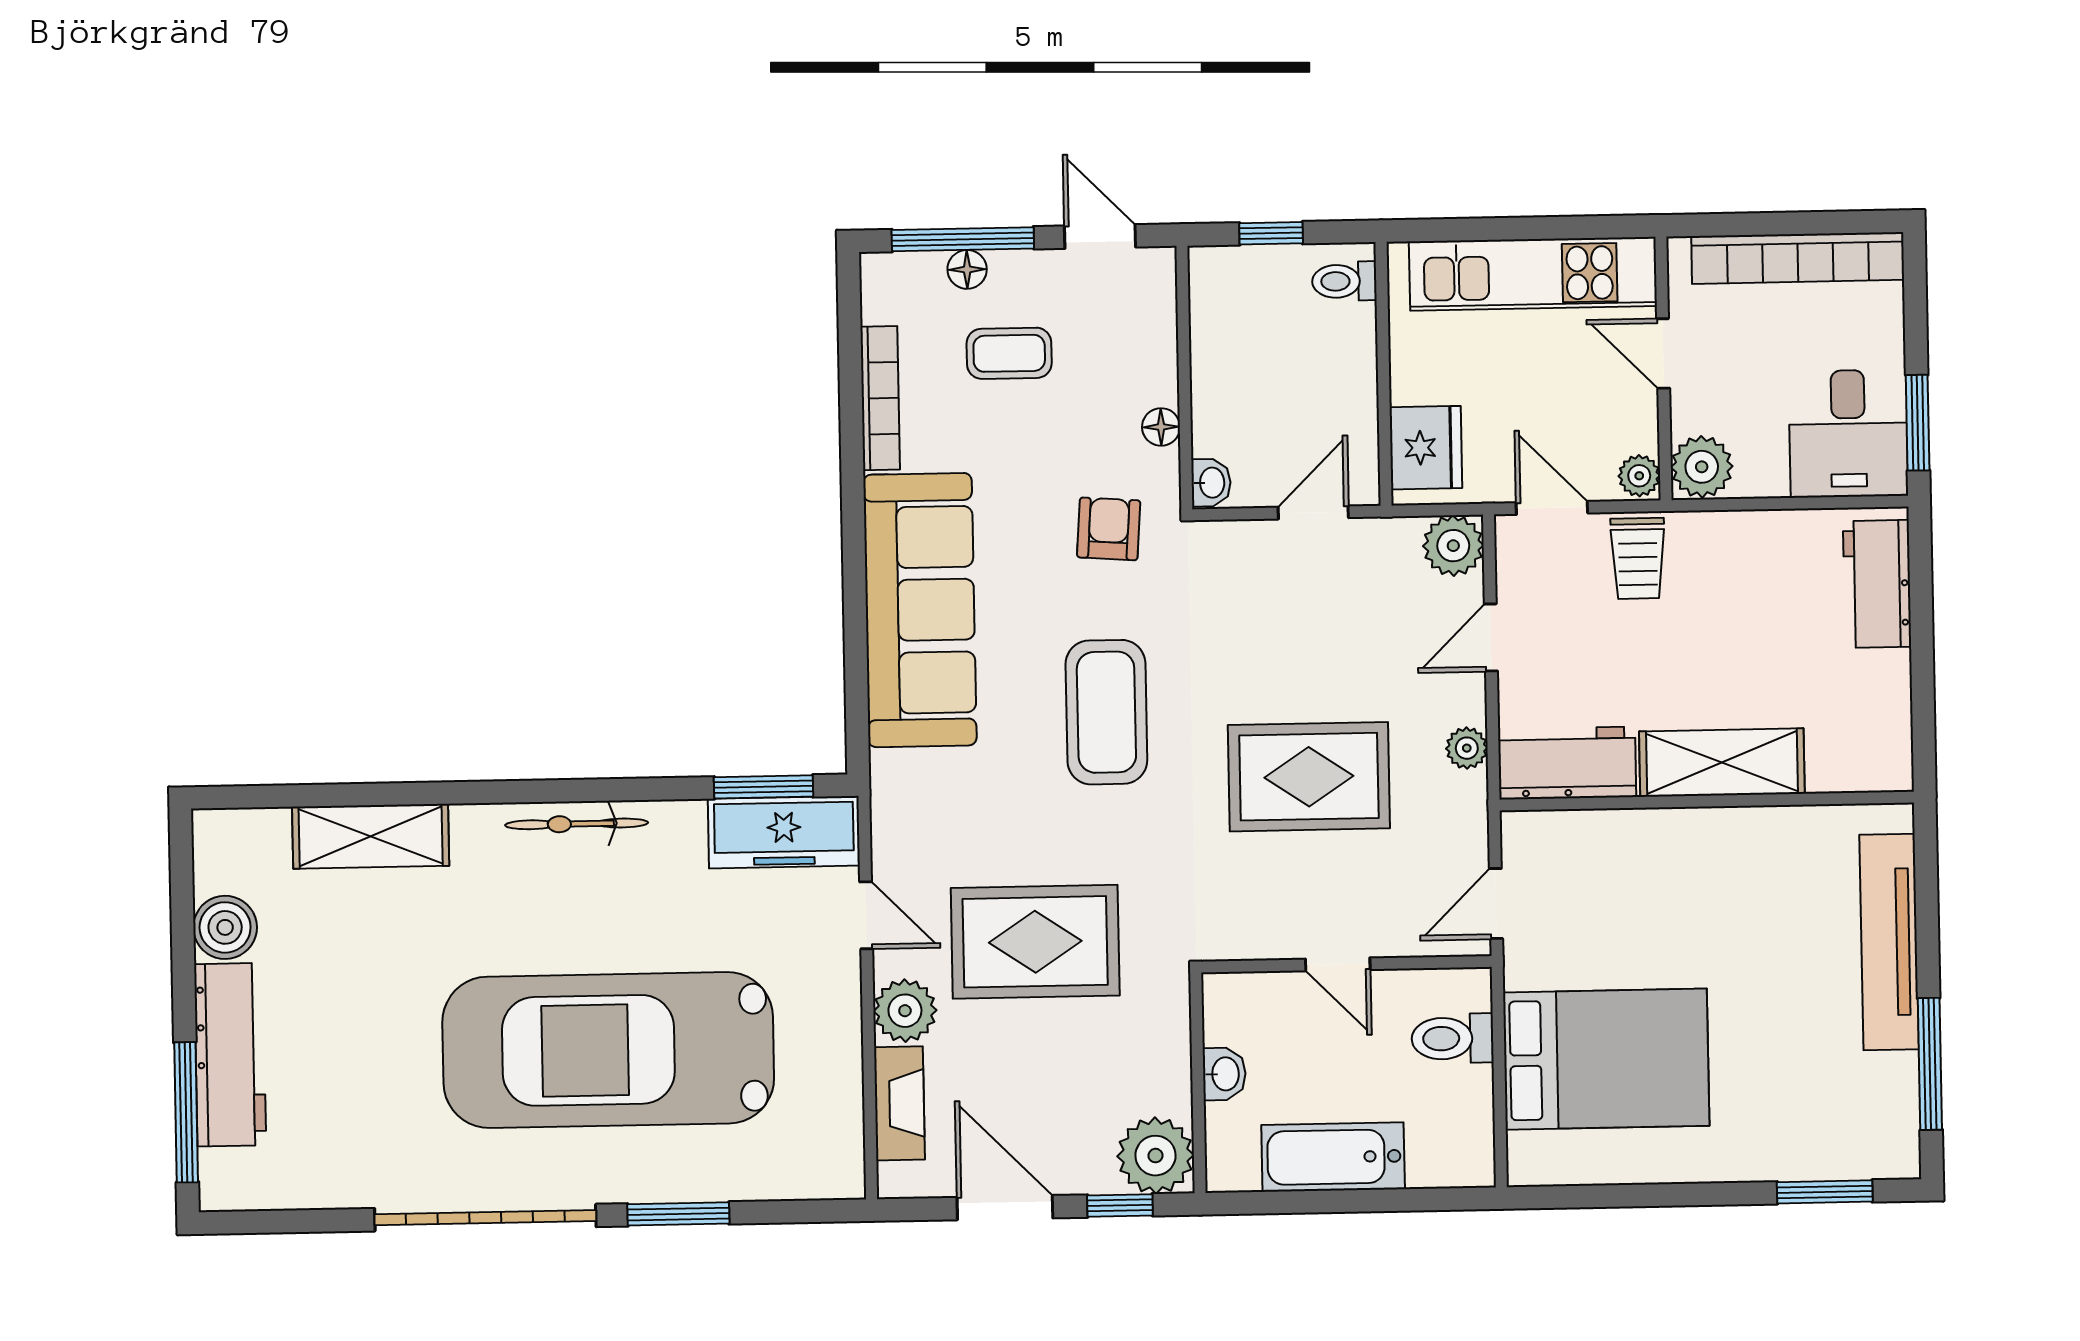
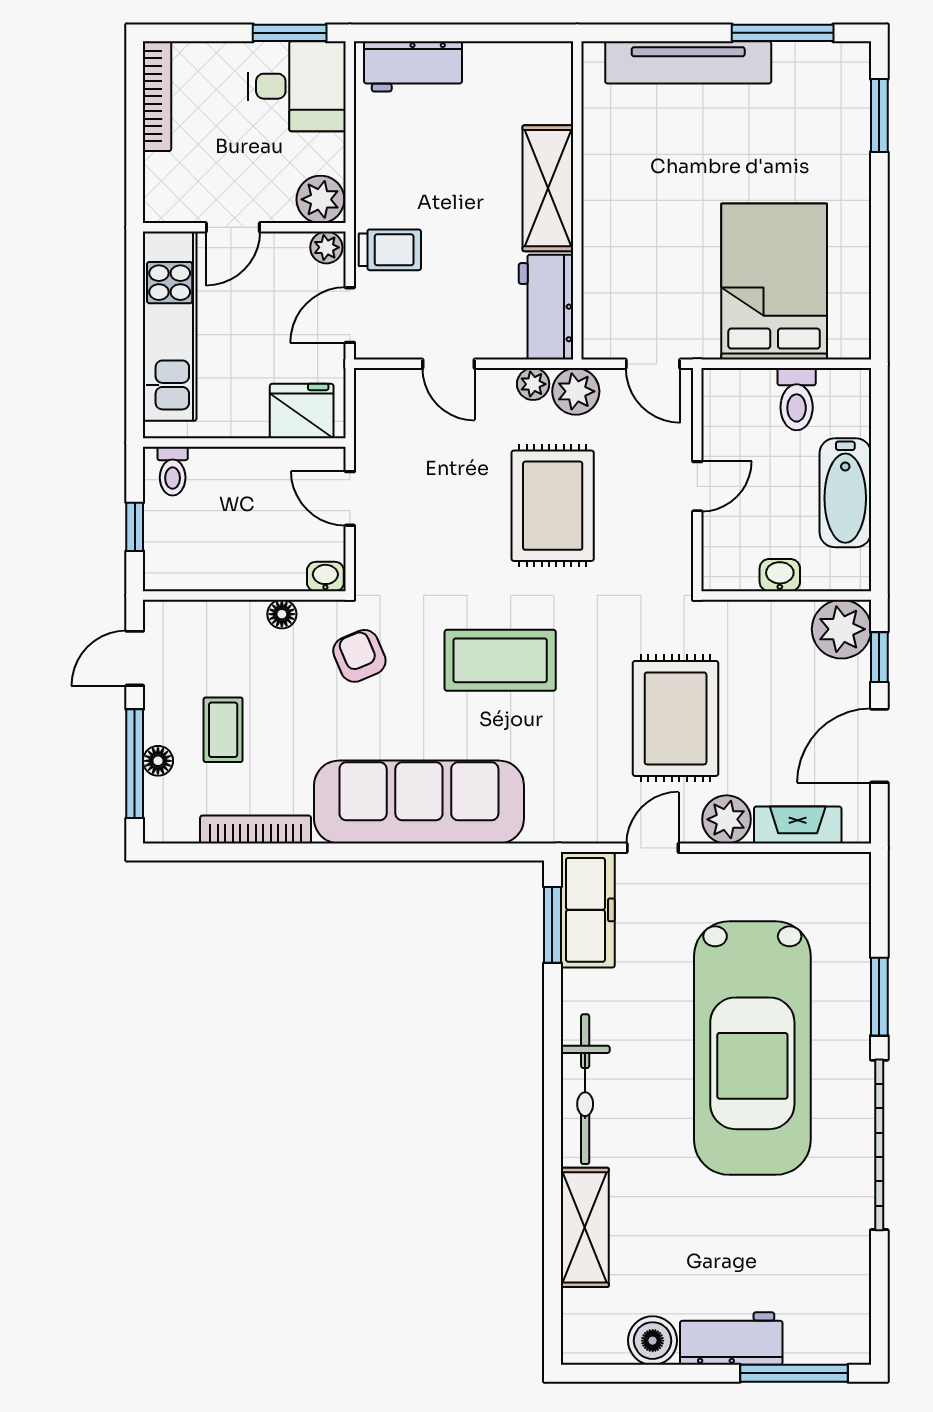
bookcase: (1798, 258) -> (157, 96), width x0.68, depth x0.76
armchair: (1109, 529) -> (359, 656), turned 63
plant: (1453, 546) -> (576, 391), moved
bicycle: (577, 824) -> (585, 1089), width x1.37, depth x1.40
toilet: (1453, 1038) -> (797, 399), moved
workbench: (230, 1055) -> (731, 1339), width x0.73

